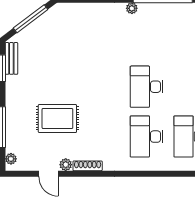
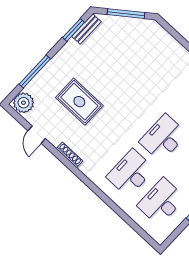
plant: (11, 159) -> (24, 103), width x1.87, depth x1.87
plant: (66, 165) -> (55, 140), removed

